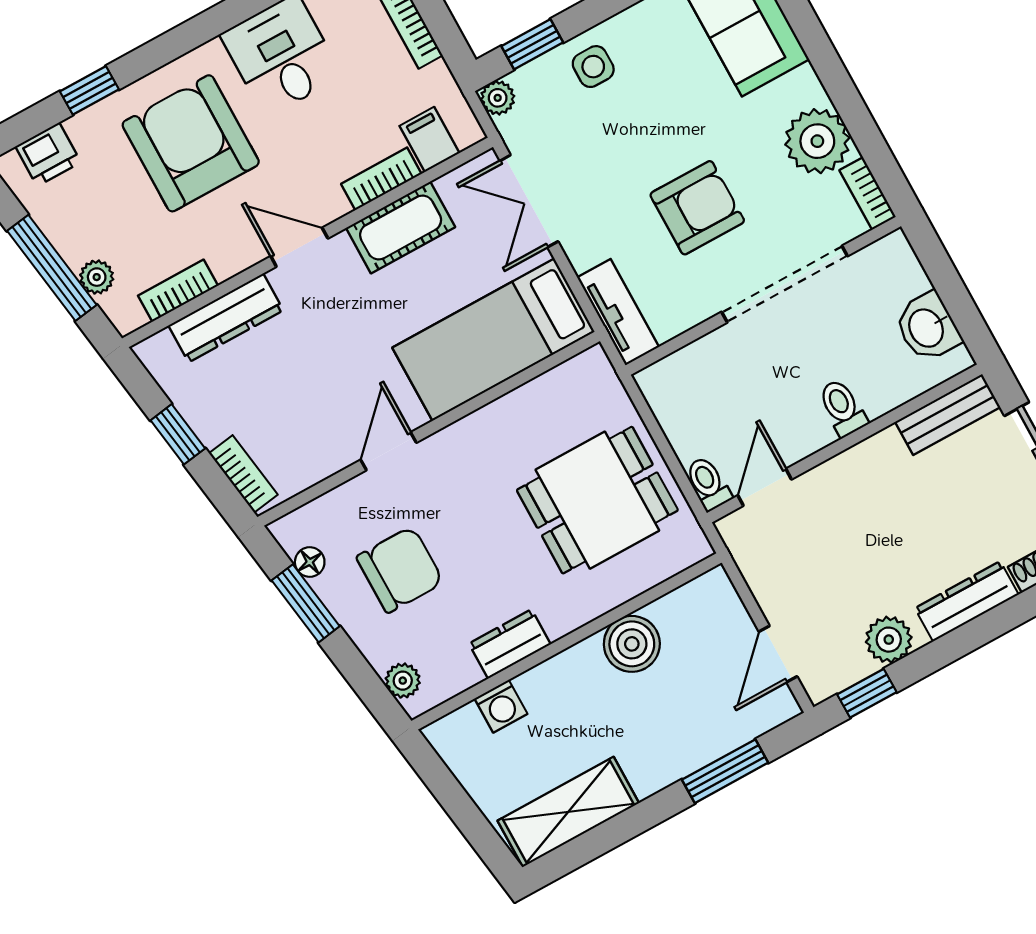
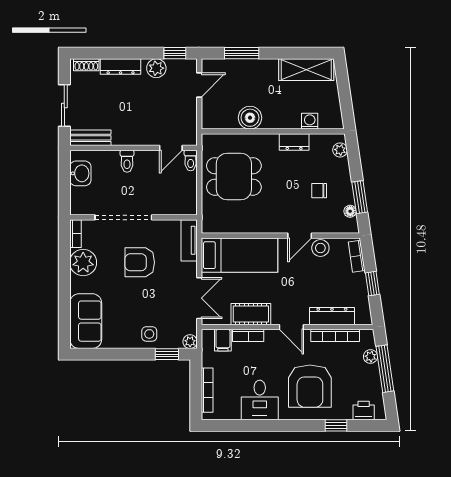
bookcase: (178, 291) -> (335, 335), width x1.56
stool: (330, 449) -> (320, 248), added
chair: (400, 570) -> (319, 191), width x0.54, depth x0.54

